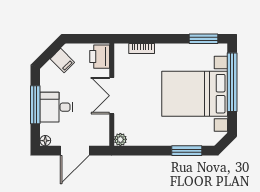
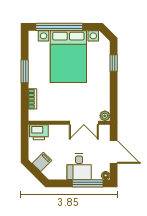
window: (203, 39) -> (25, 71), moved
double door: (112, 96) -> (84, 123), moved
window: (35, 105) -> (88, 183), moved
window: (187, 151) -> (114, 63), width x0.67

